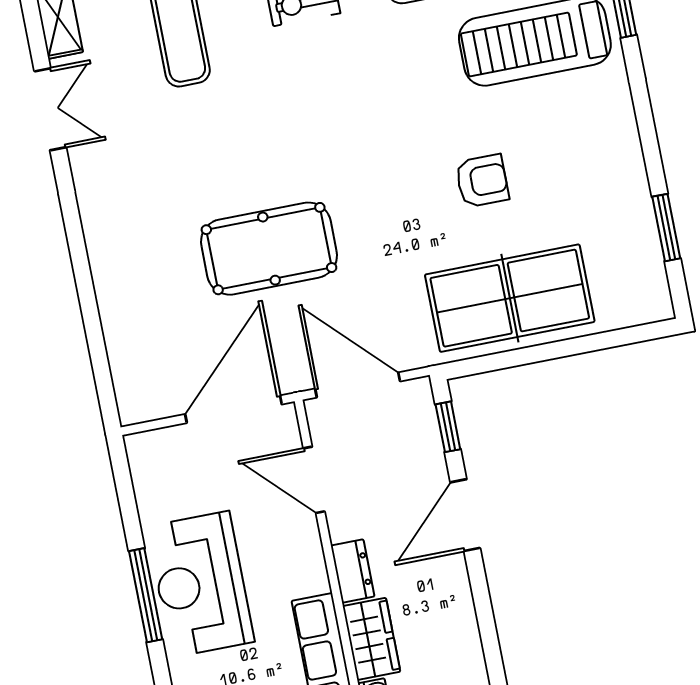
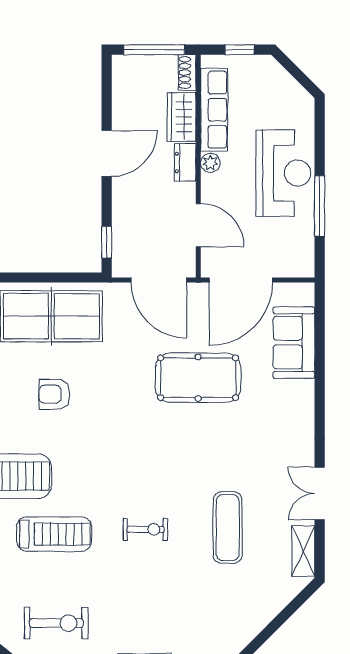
sofa: (134, 330) -> (294, 343), added
door: (465, 515) -> (107, 153), moved
plant: (314, 578) -> (210, 163), added
window: (146, 595) -> (320, 206), moved

